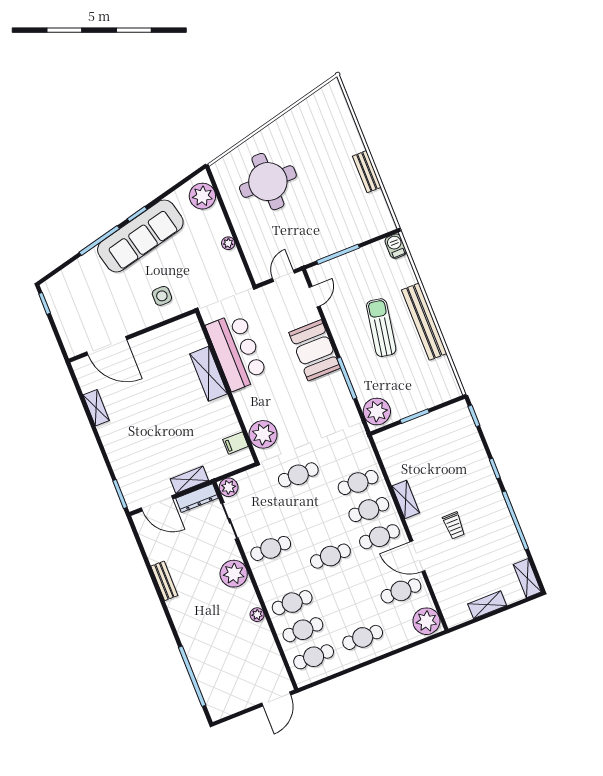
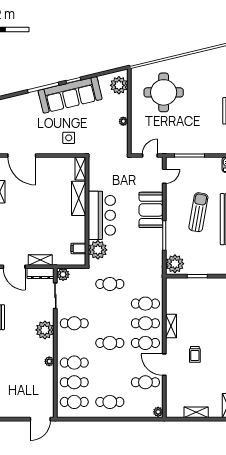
shelving: (195, 332) -> (80, 168), added
bar counter: (237, 351) -> (102, 215), moved
plant: (426, 621) -> (158, 412), width x0.53, depth x0.53

